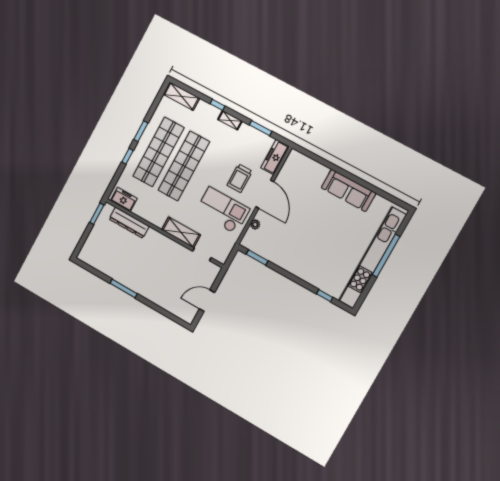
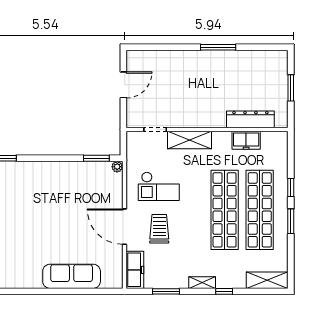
sofa: (348, 190) -> (72, 276), moved
freezer: (124, 199) -> (246, 140), moved
checkout: (223, 210) -> (159, 186), width x0.73, depth x0.83
window: (97, 214) -> (291, 88), moved
plant: (255, 224) -> (117, 167), moved

